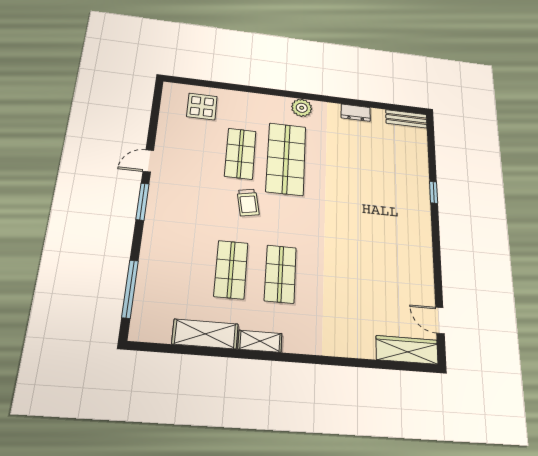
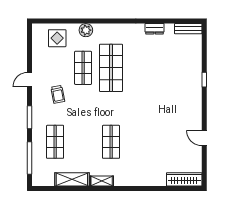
plant: (302, 108) -> (86, 30), moved
window: (142, 202) -> (30, 117), moved
trolley: (248, 202) -> (58, 94), moved
shop shelf: (231, 269) -> (55, 142), moved
door: (440, 320) -> (204, 138), moved

